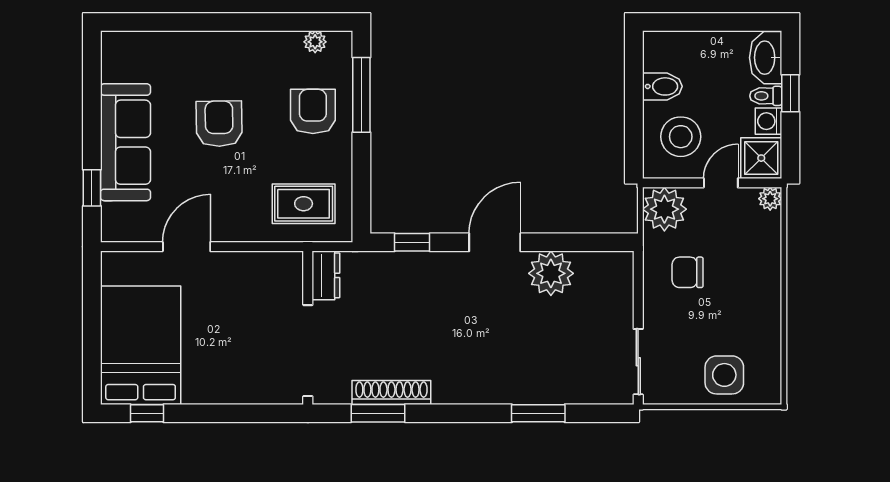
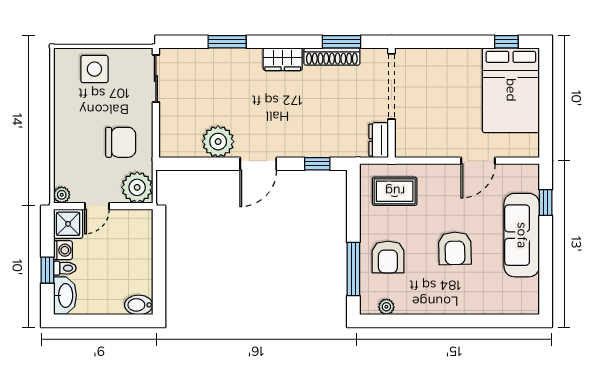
bidet: (662, 86) -> (139, 305), moved
stool: (681, 137) -> (126, 239), removed
chair: (688, 272) -> (121, 142), width x1.37, depth x1.37
wardrobe: (460, 389) -> (283, 59), added

